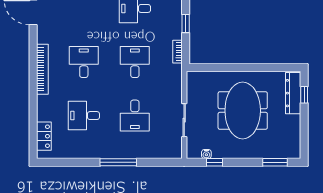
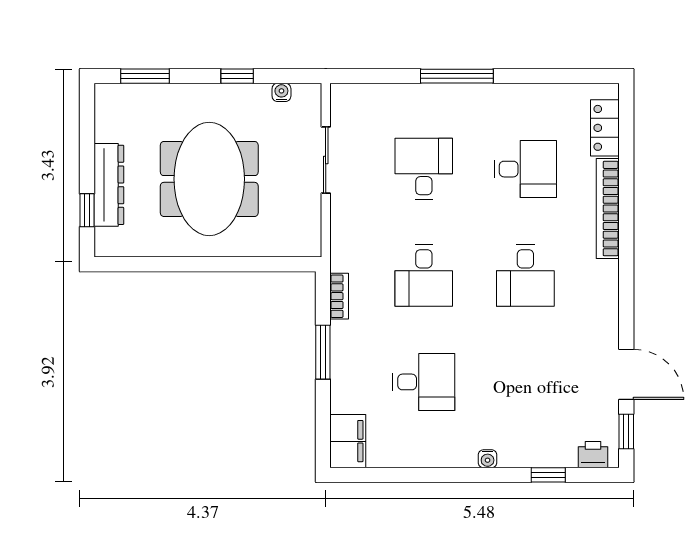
window: (186, 23) -> (323, 352), width x1.50
bookcase: (42, 69) -> (608, 209), moved
dresser: (293, 93) -> (109, 185), moved
window: (214, 162) -> (237, 76), moved

